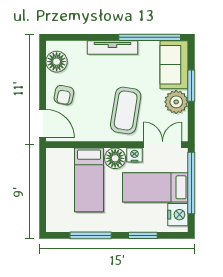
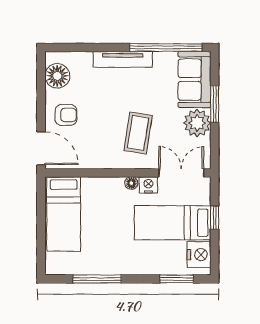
armchair: (64, 95) -> (66, 115), turned -101
coffee table: (126, 111) -> (138, 133), width x0.73, depth x0.76
floor lamp: (115, 158) -> (131, 183), width x0.53, depth x0.53
bed: (89, 180) -> (64, 214), moved
window: (191, 183) -> (215, 218), width x0.32
window: (143, 235) -> (177, 279), moved

